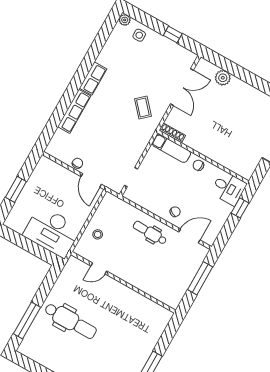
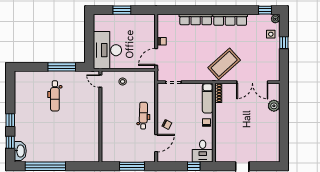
window: (108, 26) -> (265, 10), added
window: (173, 35) -> (284, 43), moved
row of seats: (93, 79) -> (230, 20), width x1.48
coffee table: (143, 107) -> (224, 64), width x1.86, depth x1.72
door: (189, 236) -> (156, 143), hinge flipped
door: (99, 268) -> (100, 81), moved
window: (27, 321) -> (62, 67), moved
dental chair: (71, 321) -> (55, 96), width x0.73, depth x0.72

